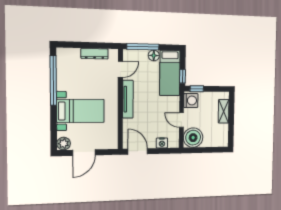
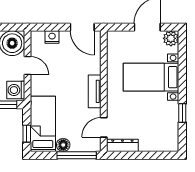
dresser: (95, 54) -> (122, 145), moved
window: (183, 76) -> (27, 134), moved
window: (53, 80) -> (182, 113), width x0.32
tv unit: (128, 99) -> (95, 91), width x0.71

